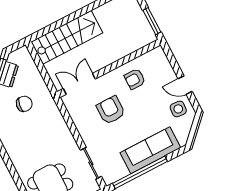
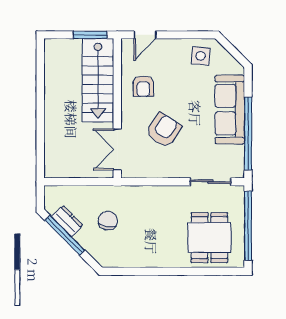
stairs: (67, 37) -> (98, 80), moved, turned 180
door: (185, 85) -> (145, 35), moved
armchair: (111, 110) -> (164, 130), turned 123

